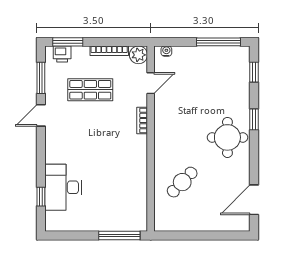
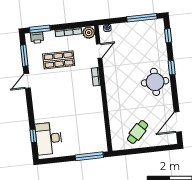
cafe table: (182, 182) -> (138, 132), moved
desk: (63, 187) -> (49, 139), moved

